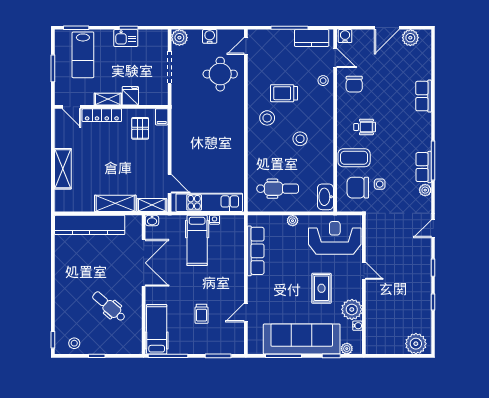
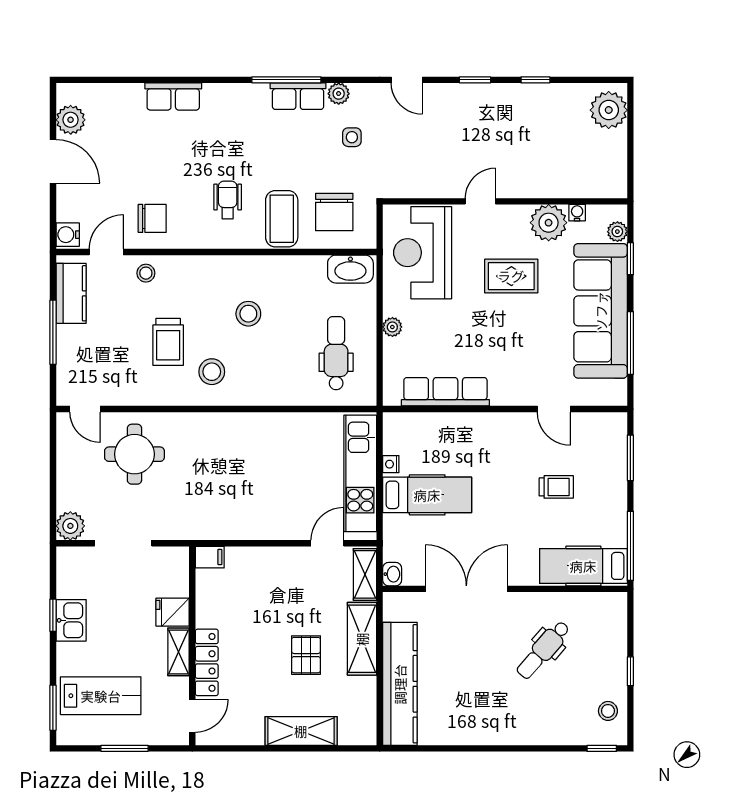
water cooler: (210, 36) -> (68, 473), removed
pallet: (140, 128) -> (306, 655), moved, turned 90
side table: (380, 184) -> (352, 137), moved

